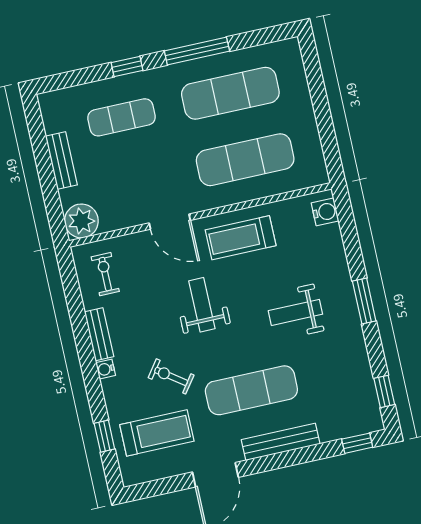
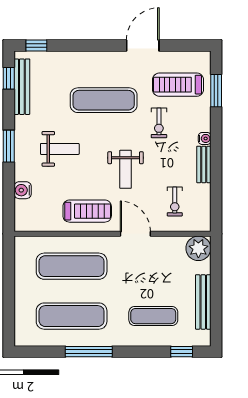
window: (127, 67) -> (182, 352), moved
bench: (61, 161) -> (203, 302), width x1.36
water cooler: (325, 212) -> (23, 190), moved
exercise bike: (105, 274) -> (175, 201), moved
exercise bike: (171, 376) -> (159, 123), turned 54
window: (104, 436) -> (216, 91), width x1.50
bench: (281, 442) -> (22, 87), moved, turned 90

